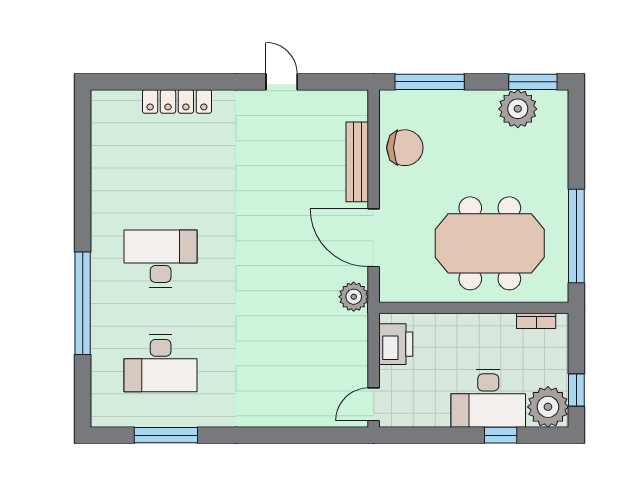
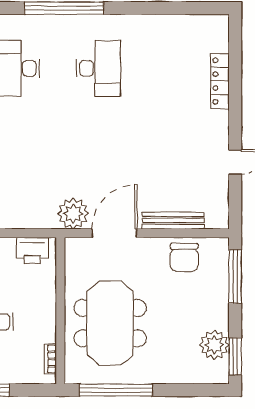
plant: (354, 297) -> (73, 214), width x1.36, depth x1.36

